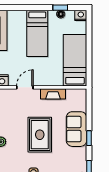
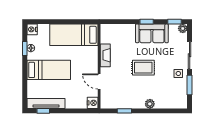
sofa: (76, 129) -> (152, 33), moved
rug: (40, 135) -> (143, 68), width x0.73, depth x0.70

